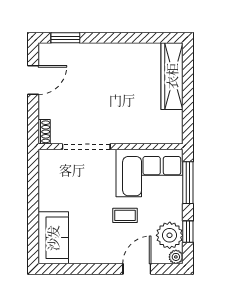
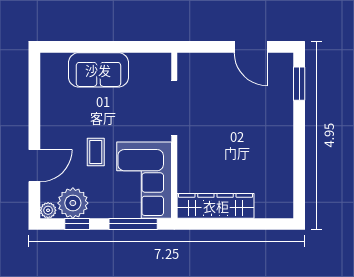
wardrobe: (172, 76) -> (216, 206), moved
shoe rack: (44, 132) -> (191, 59), removed
sofa: (53, 238) -> (98, 70), moved
door: (137, 269) -> (34, 166), hinge flipped

